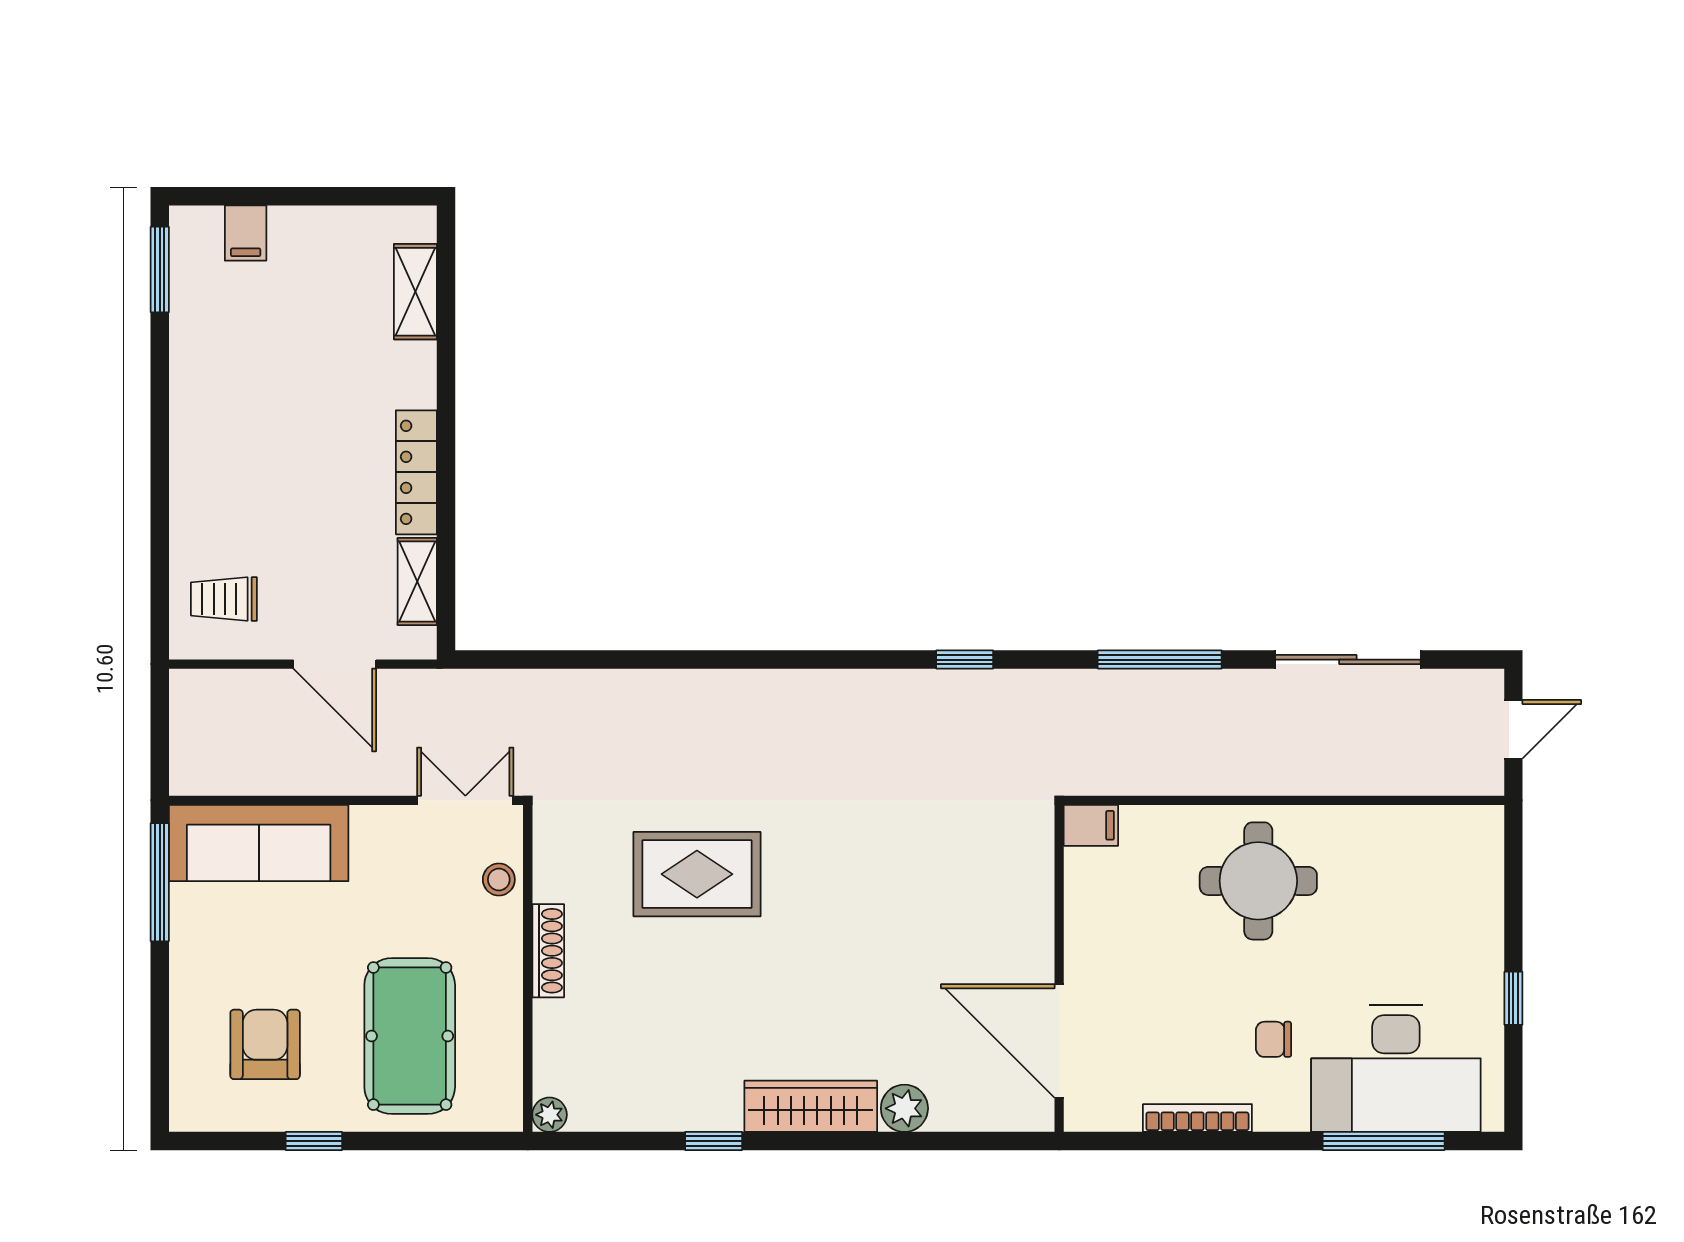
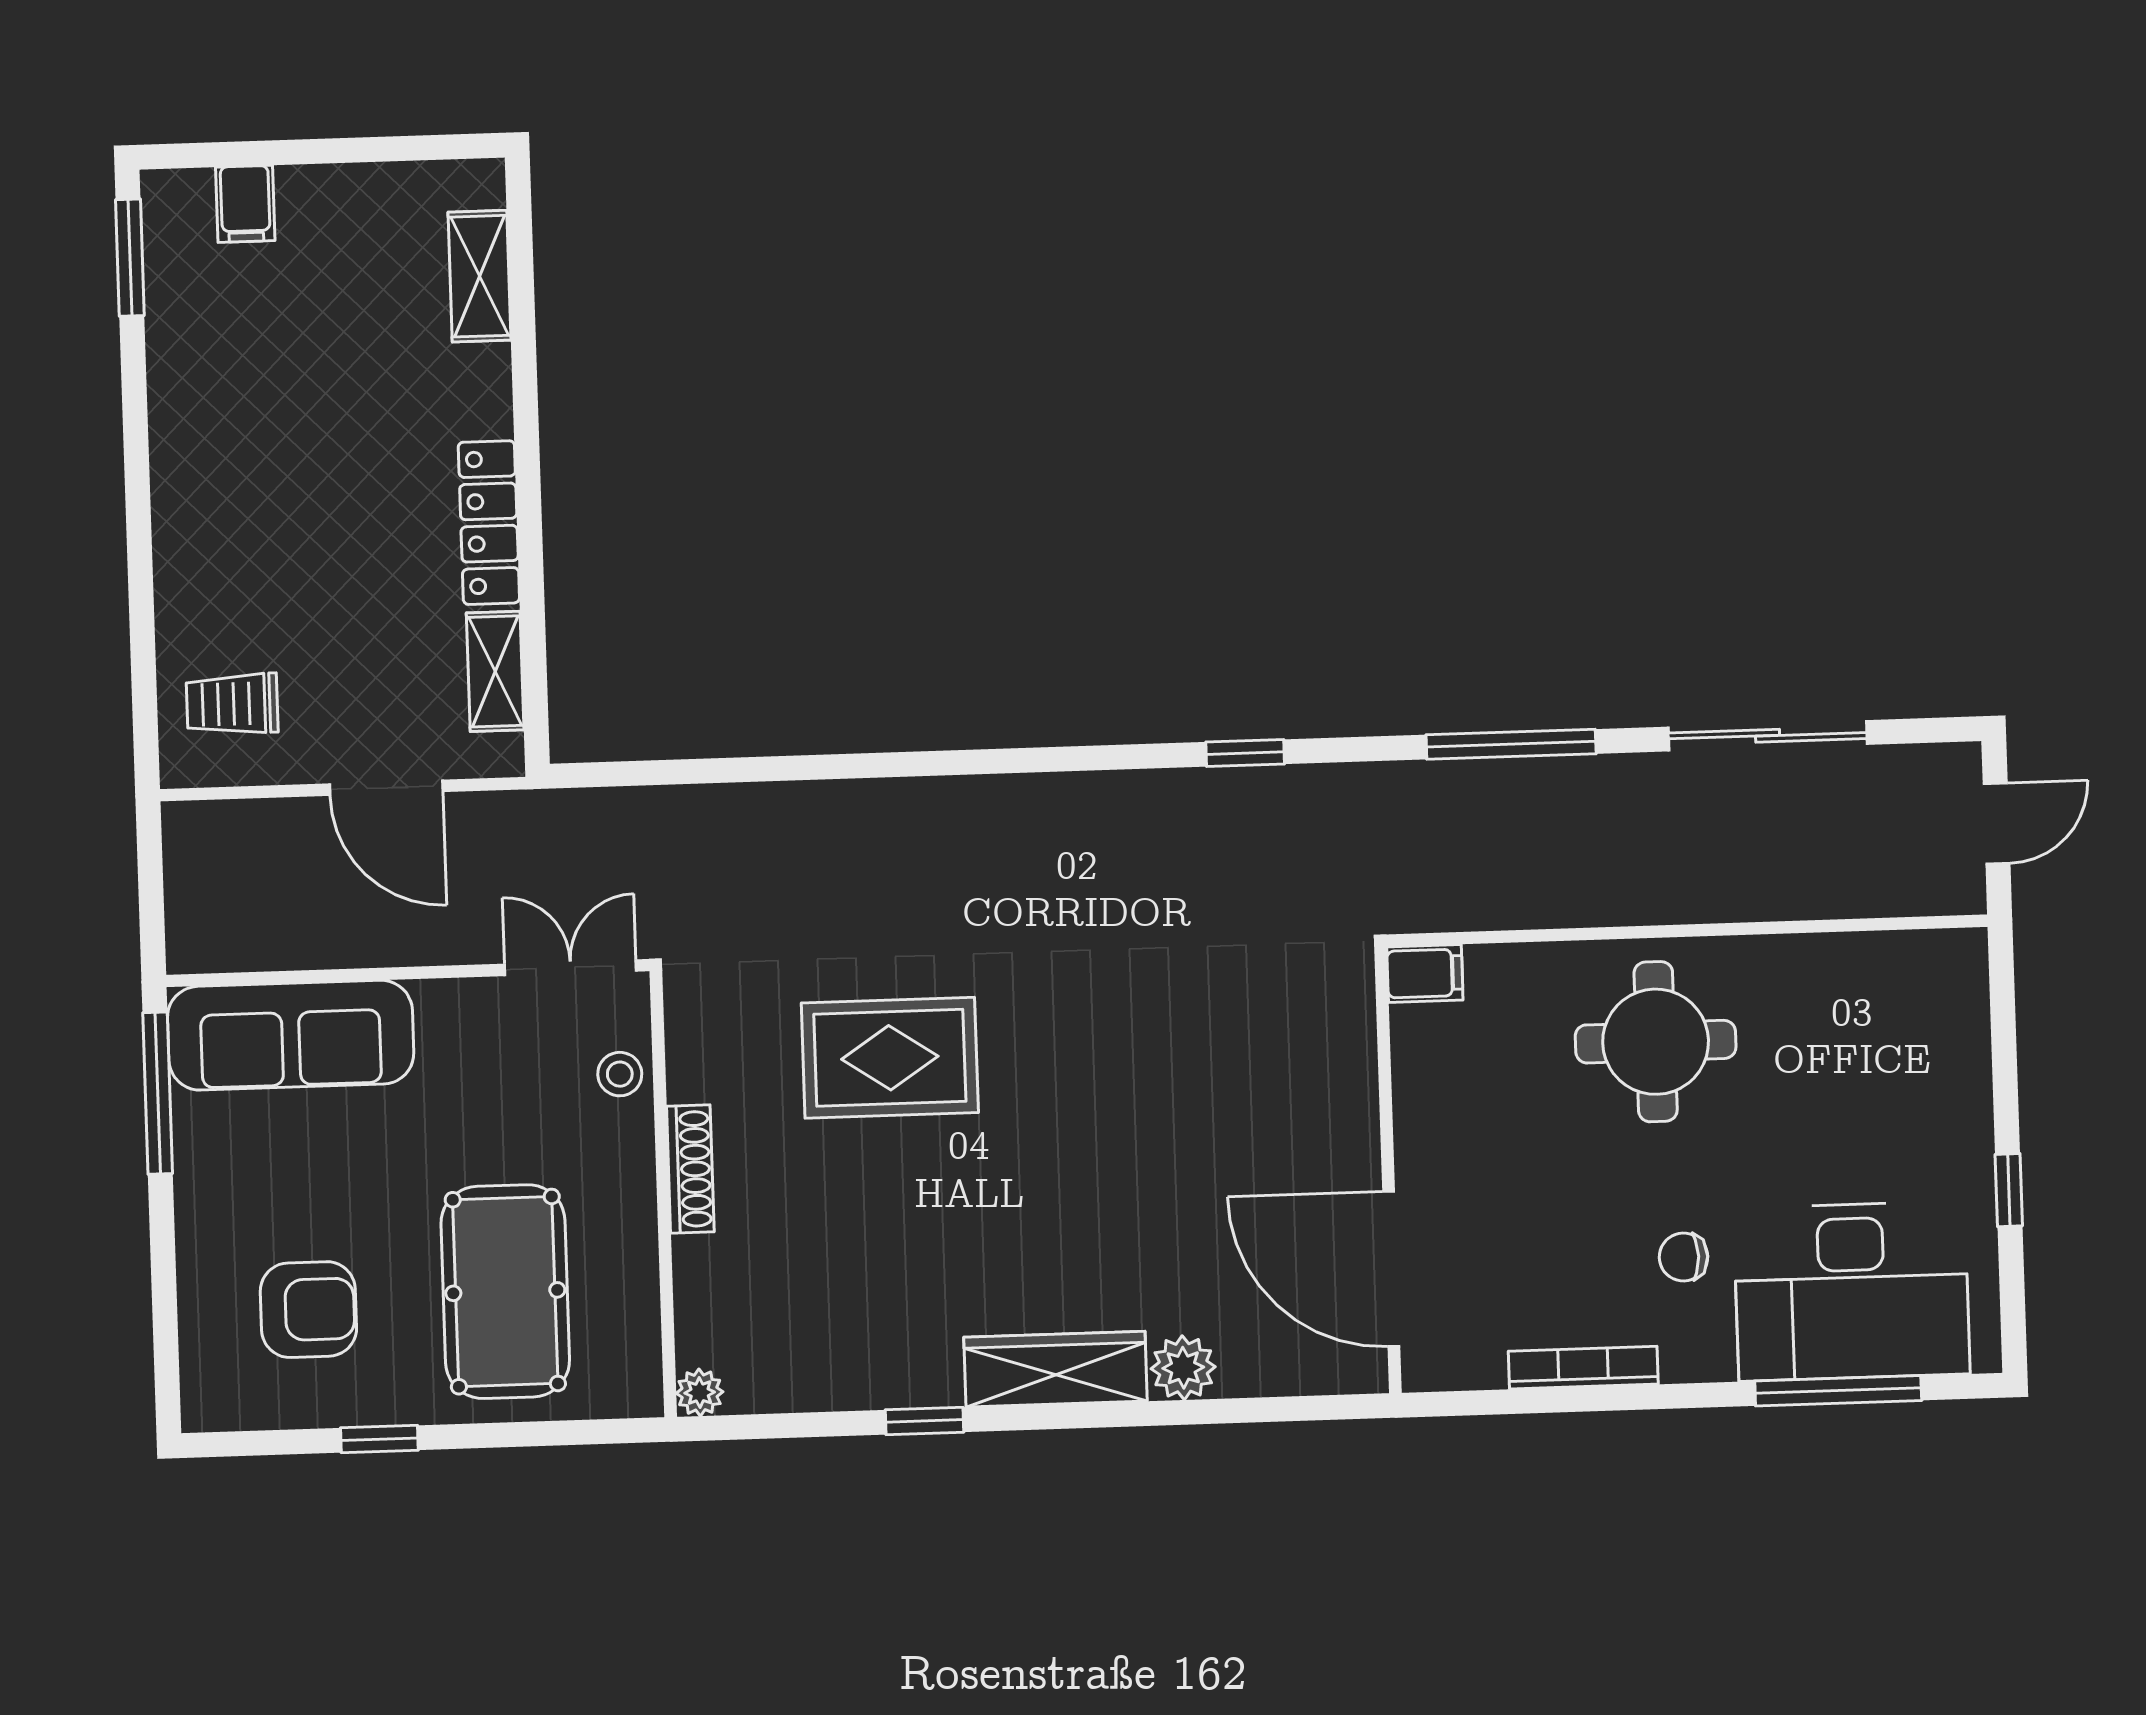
armchair: (265, 1044) -> (308, 1310), turned 90

